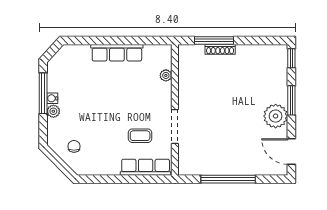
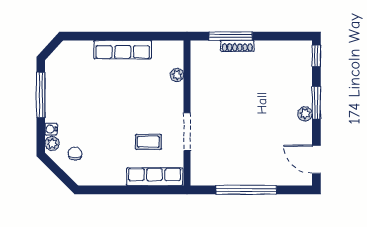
water cooler: (52, 98) -> (51, 129), moved
plant: (53, 111) -> (52, 143), moved
plant: (276, 116) -> (305, 114), width x0.53, depth x0.53

